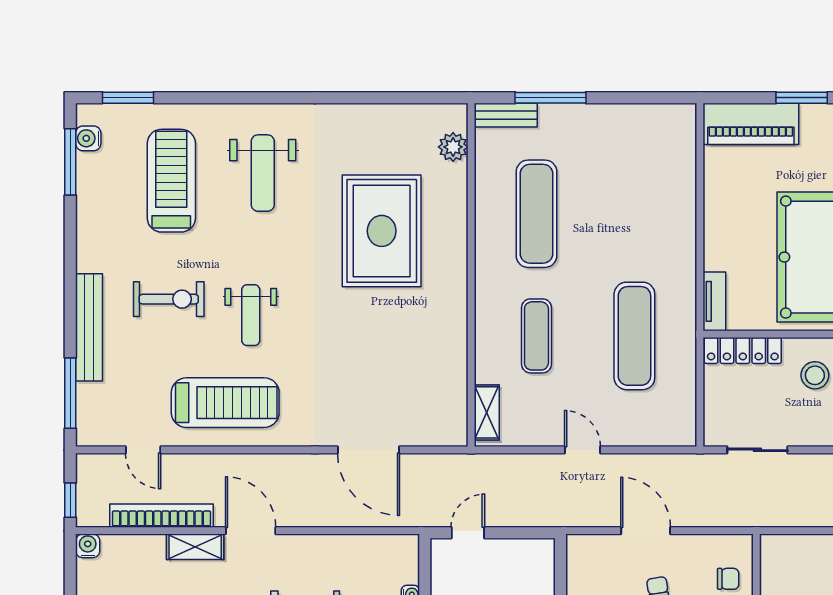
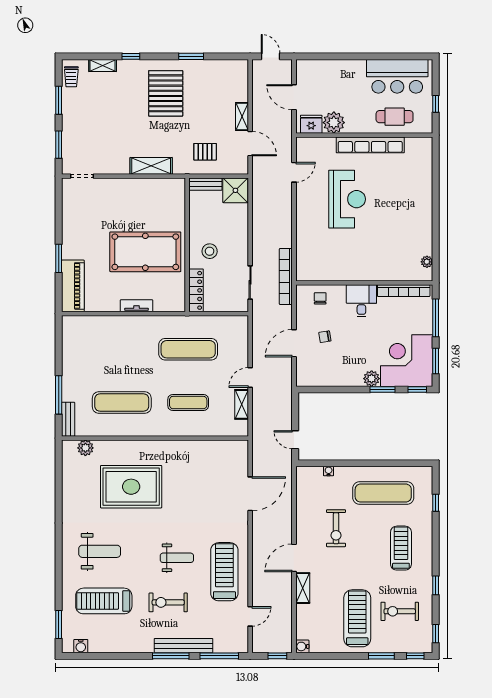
window: (70, 162) -> (171, 656), moved
exercise bike: (169, 299) -> (168, 602), turned -90
tv unit: (714, 301) -> (137, 306), moved
shelving: (487, 412) -> (242, 404), moved, turned 90
bookcase: (161, 516) -> (286, 277), moved

